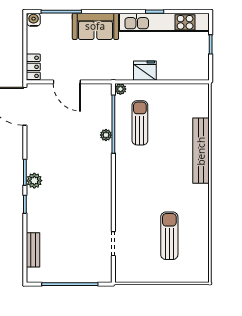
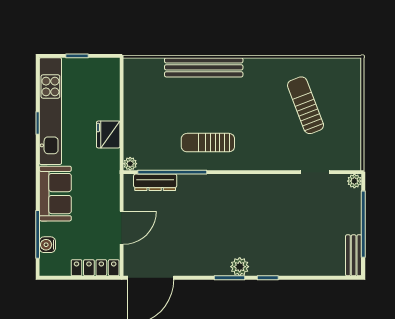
water cooler: (34, 20) -> (47, 245), moved
locker: (33, 67) -> (95, 268), width x1.53
dresser: (105, 110) -> (155, 182), added
sun lounger: (140, 123) -> (208, 143), moved
plant: (106, 135) -> (354, 181), moved
sun lounger: (169, 236) -> (306, 105), turned 69
bench: (33, 250) -> (354, 255), moved, turned 90

